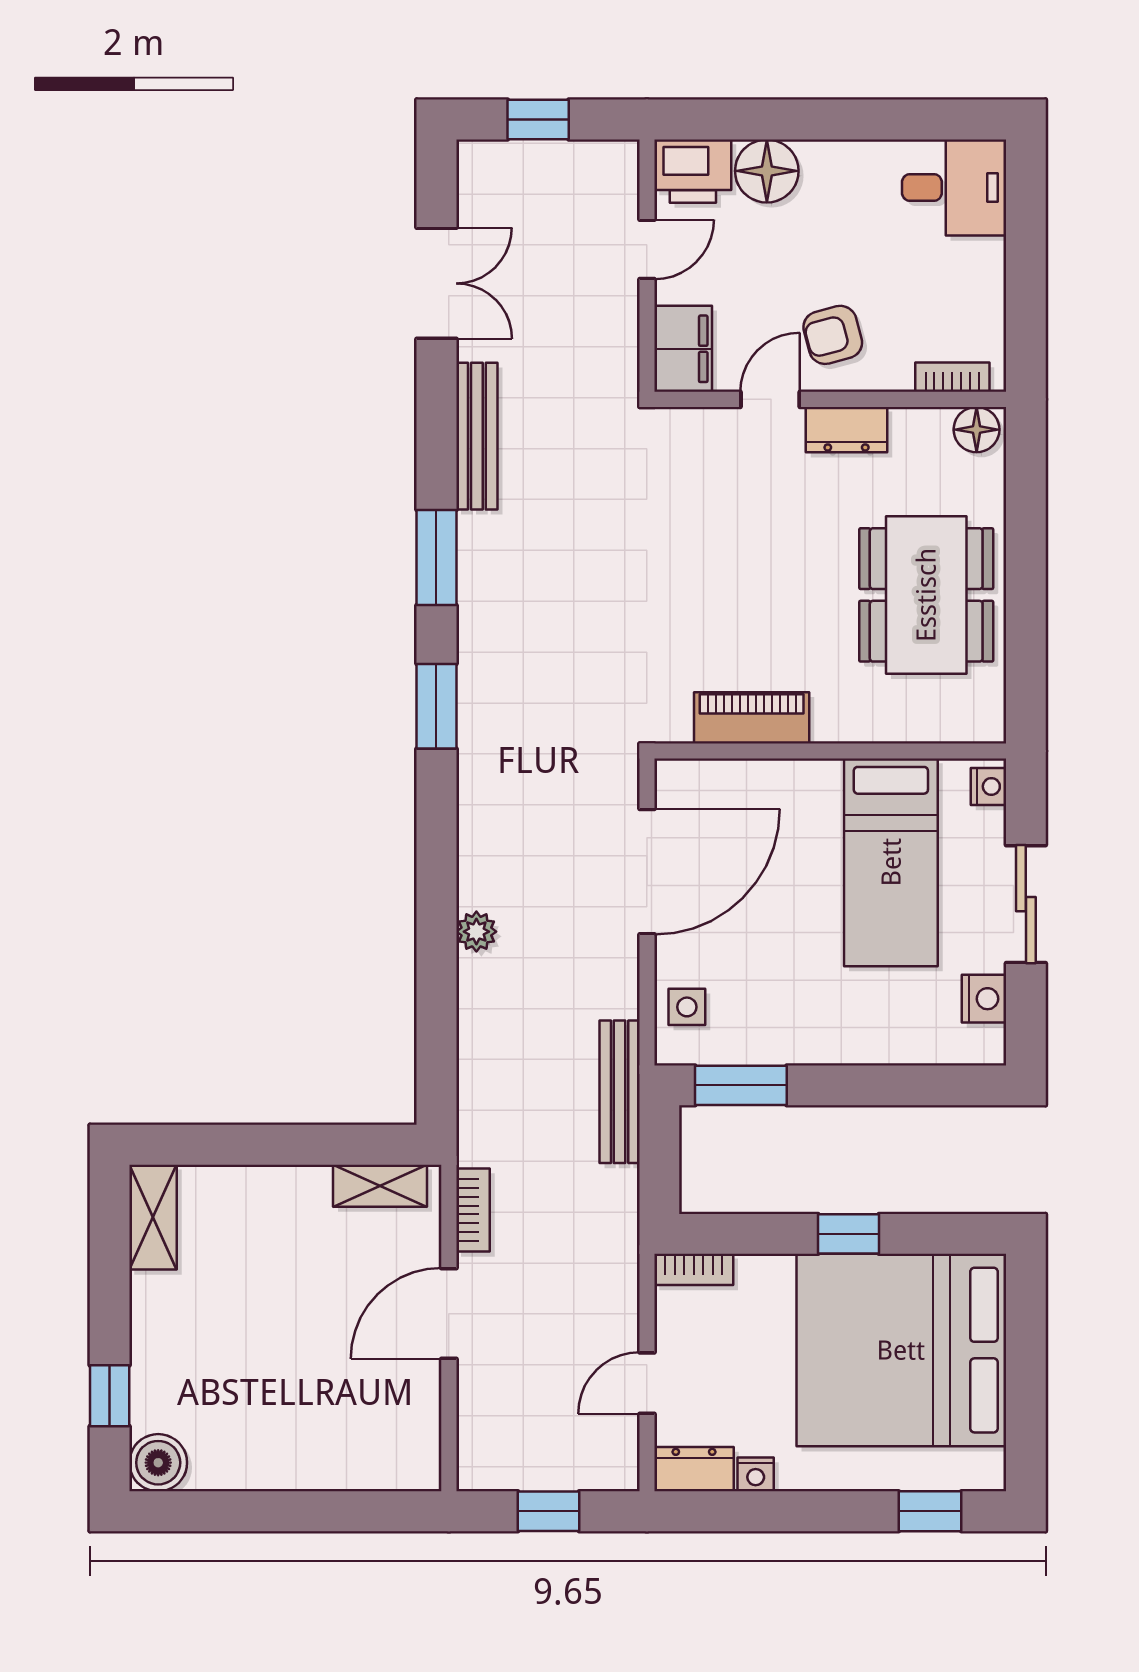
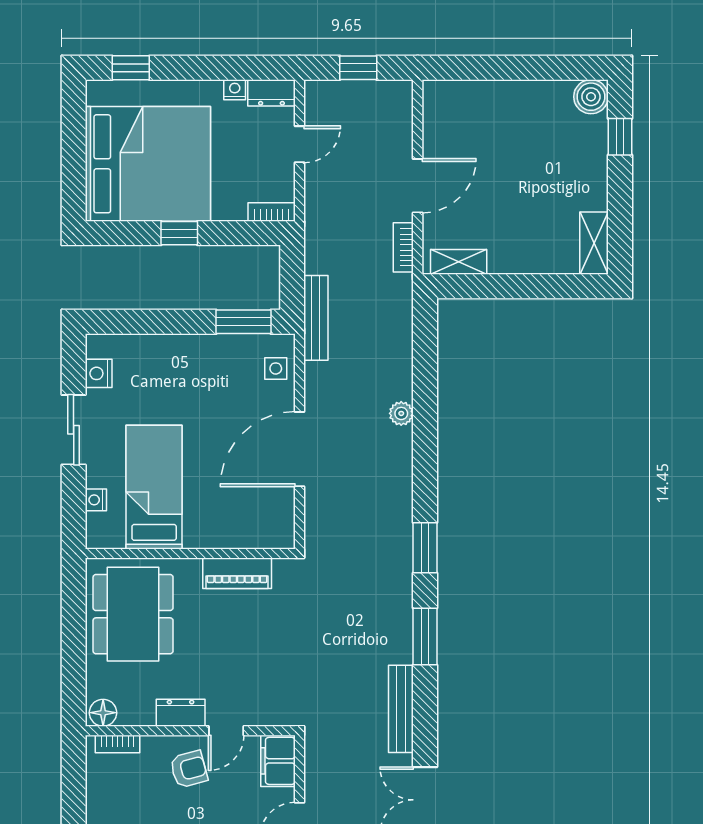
piano: (752, 718) -> (237, 573), moved
wall: (830, 751) -> (190, 554), moved
bed: (891, 862) -> (154, 487), moved

